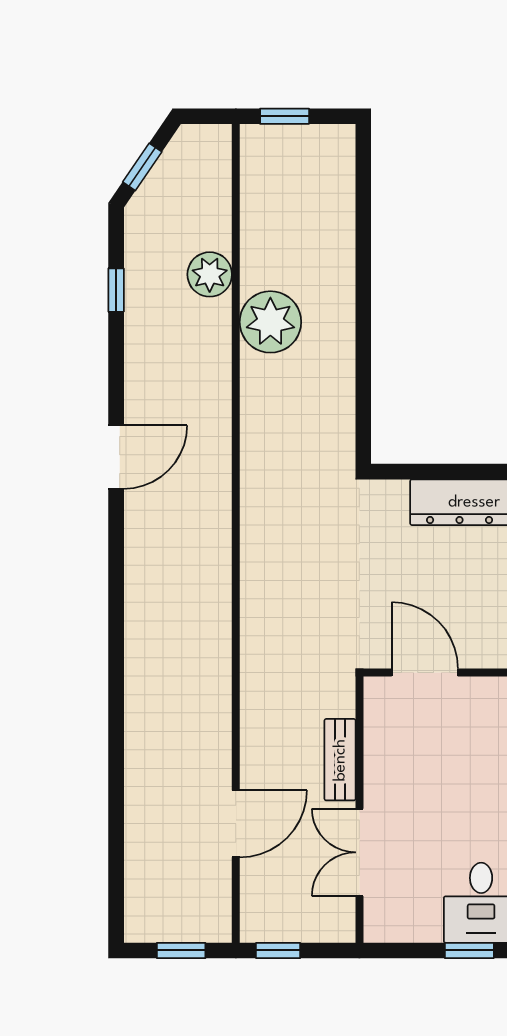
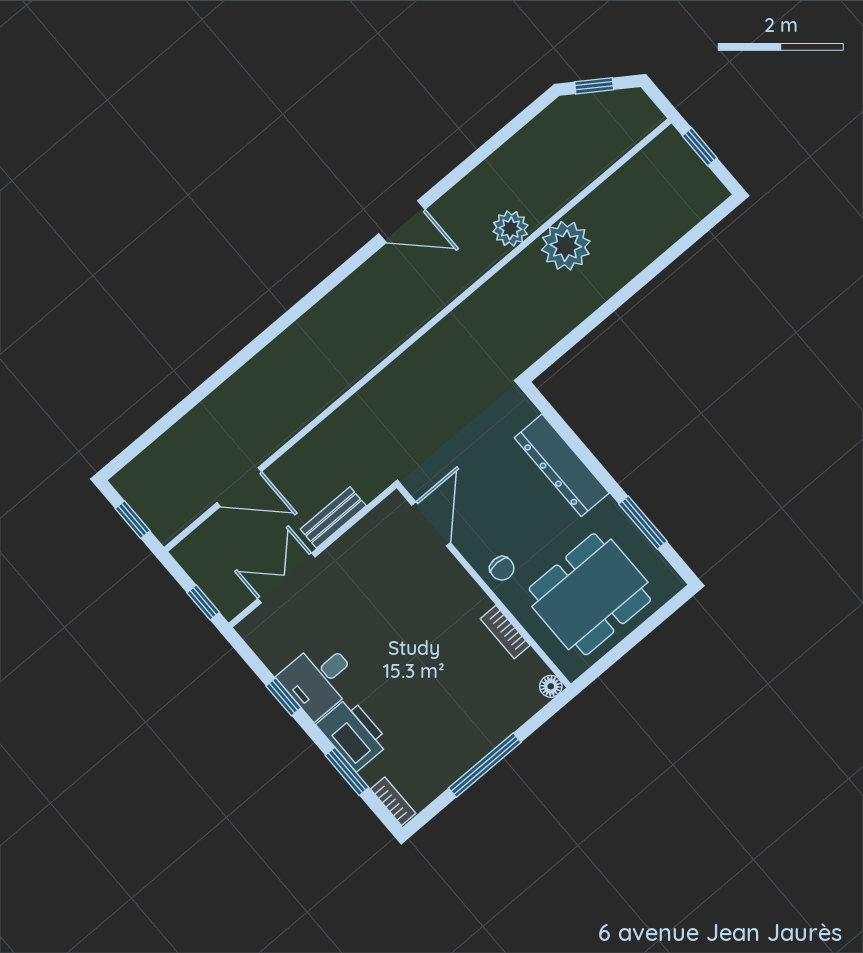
plant: (210, 274) -> (510, 228), moved
window: (116, 290) -> (505, 134), removed
window: (278, 950) -> (203, 603), moved

